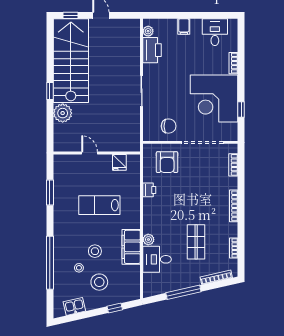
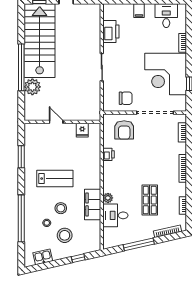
plant: (148, 31) -> (108, 15), removed
window: (50, 91) -> (21, 67), width x3.17
lab bench: (99, 205) -> (55, 179), moved, turned 180

